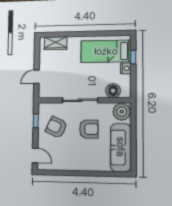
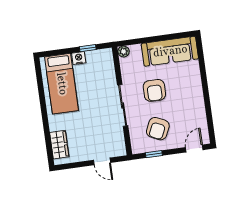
window: (133, 57) -> (88, 48), moved
floor lamp: (113, 91) -> (106, 69), removed
plant: (122, 112) -> (124, 52), width x0.53, depth x0.53
armchair: (89, 129) -> (154, 90), turned 180

